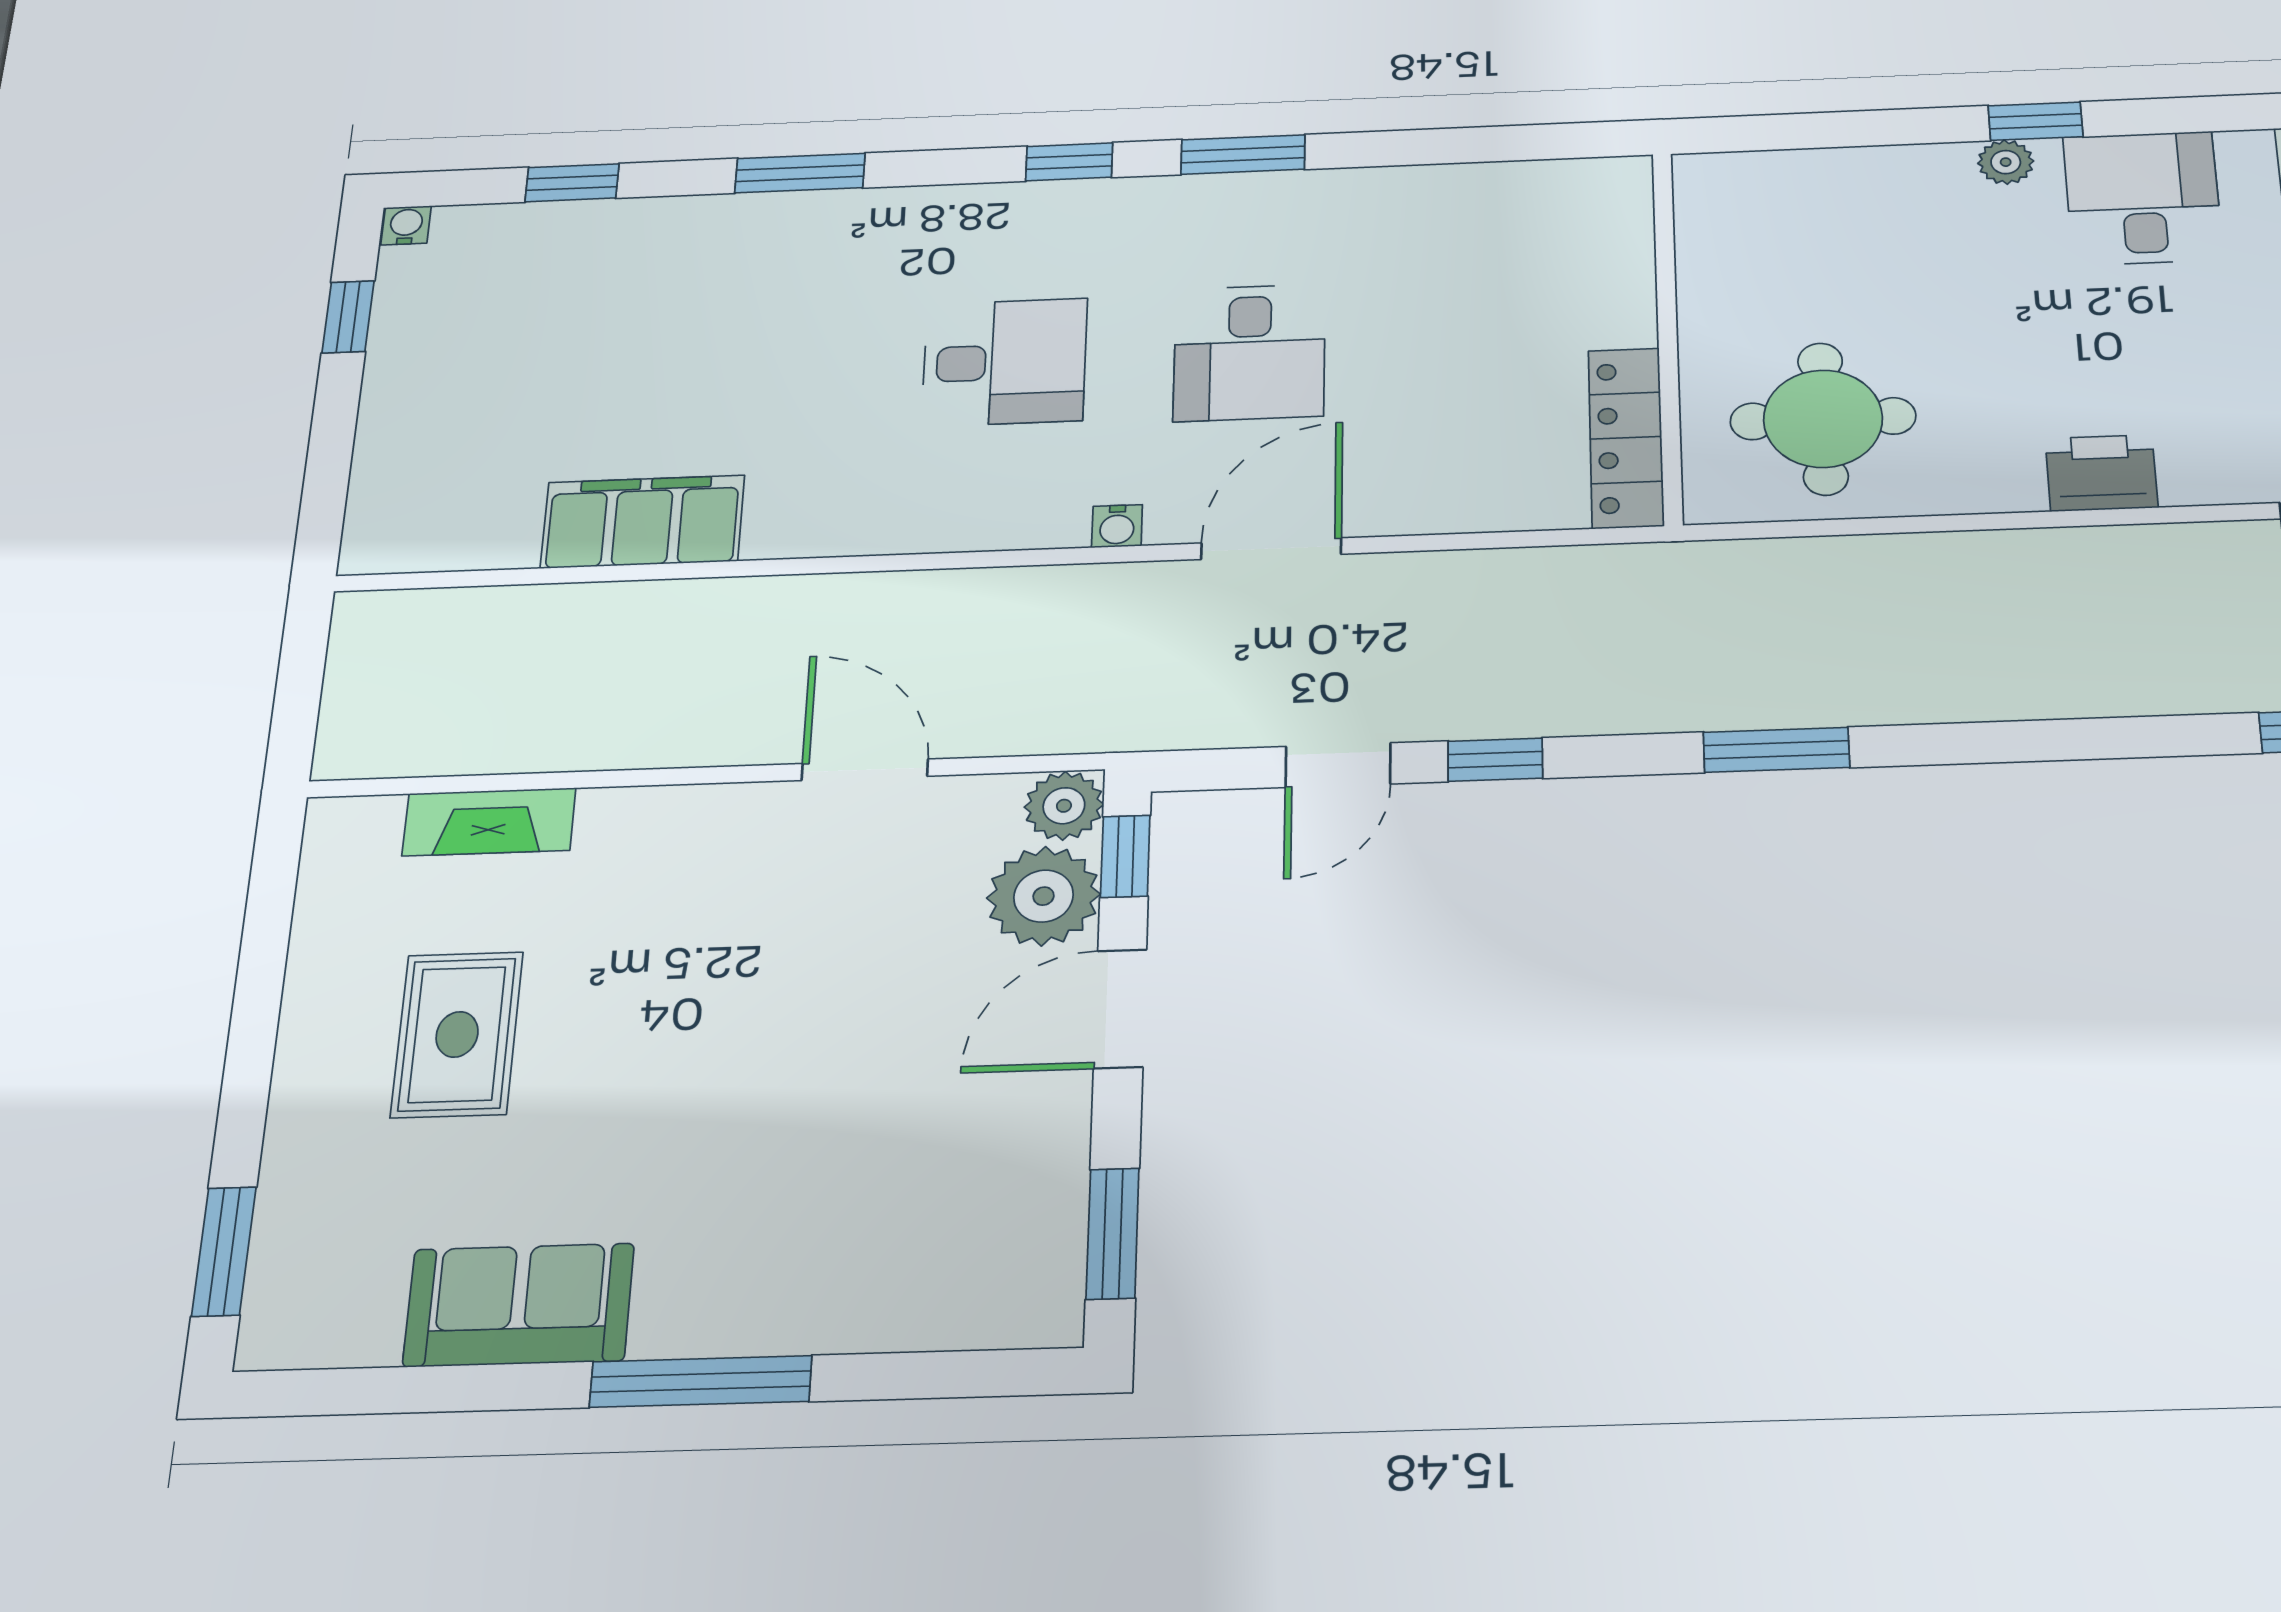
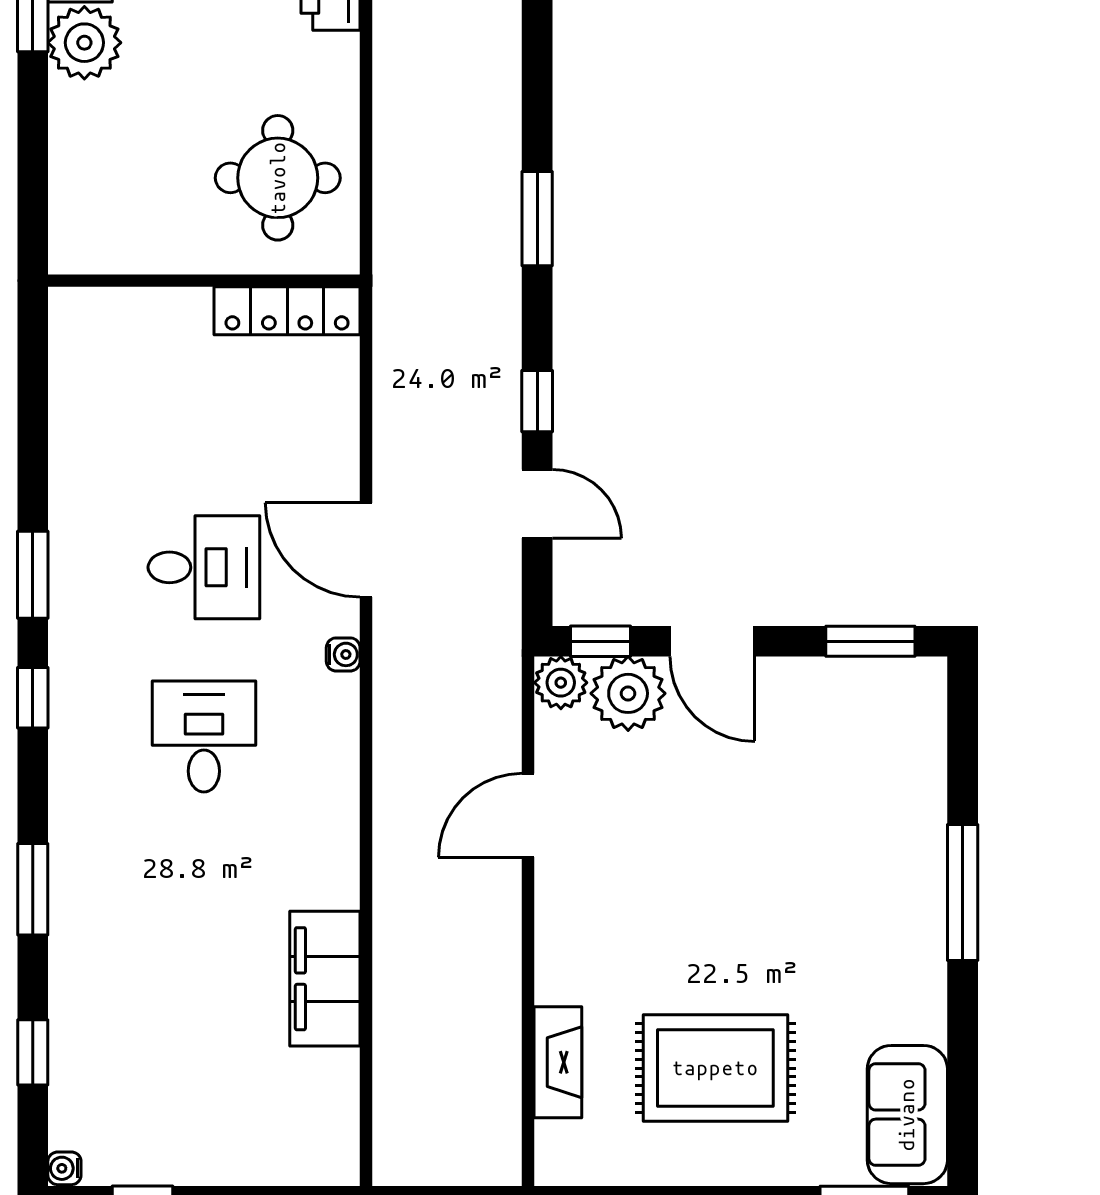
plant: (2006, 162) -> (84, 43), width x1.87, depth x1.87
rug: (457, 1034) -> (715, 1068), width x1.36, depth x1.43
sofa: (519, 1305) -> (907, 1115), moved

